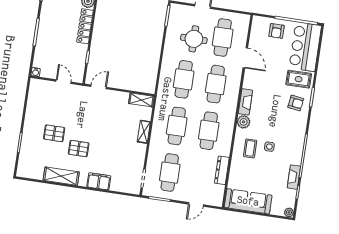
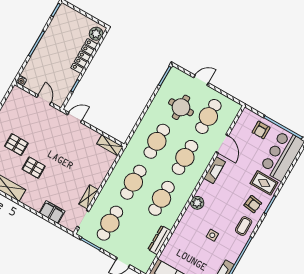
fireplace: (245, 102) -> (215, 170), moved
shelving: (144, 132) -> (89, 197), moved
coffee table: (250, 148) -> (244, 226), moved
filing cabinet: (99, 181) -> (52, 212), moved

